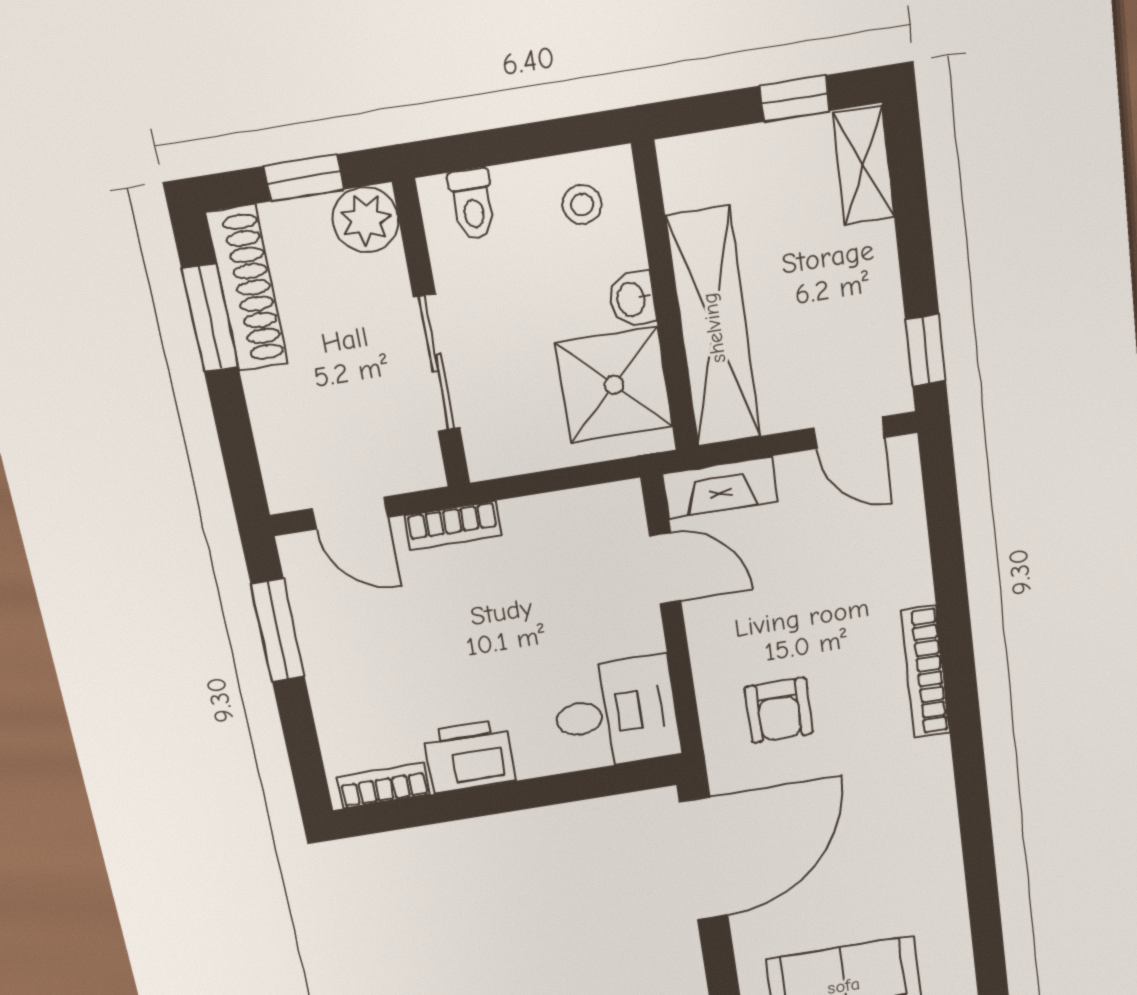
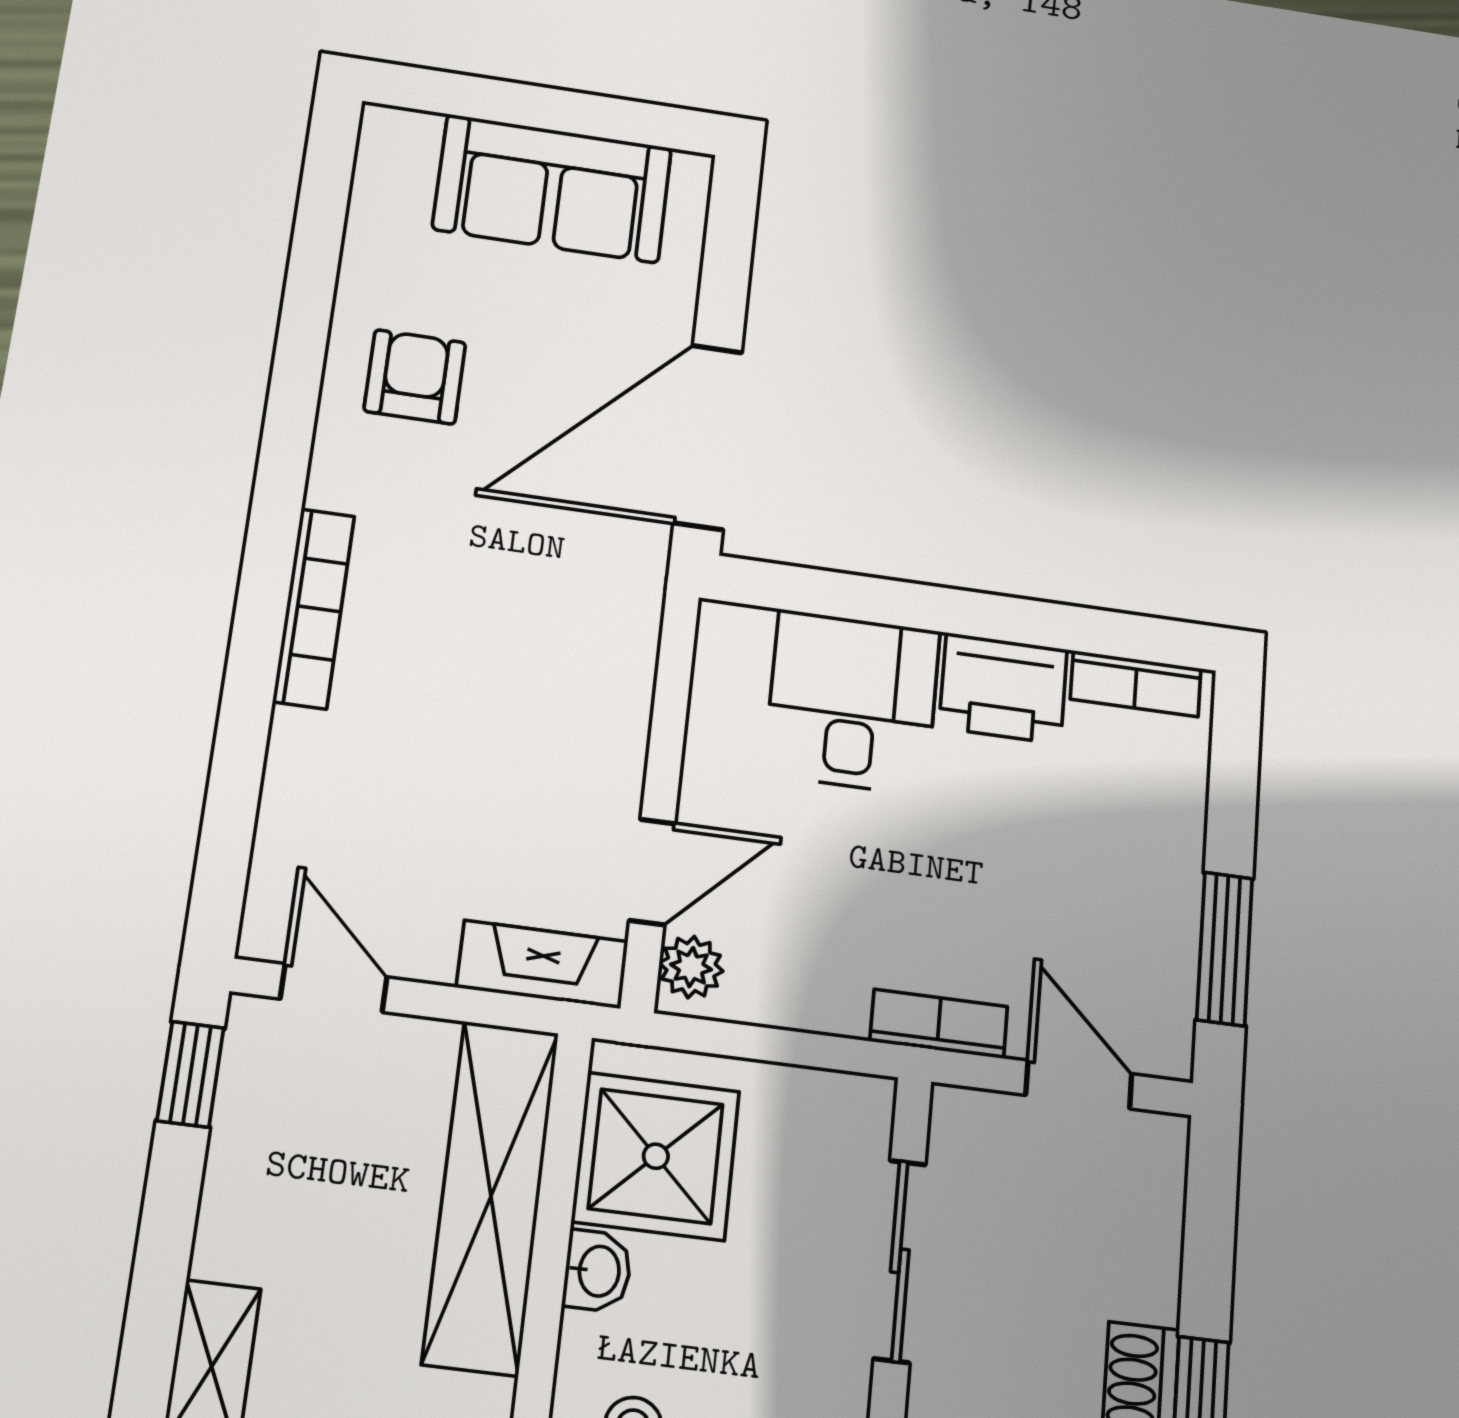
plant: (624, 514) -> (691, 967), added
door: (665, 568) -> (652, 872), swing flipped
armchair: (779, 710) -> (415, 377), moved
desk: (616, 713) -> (852, 702), moved, turned 90

